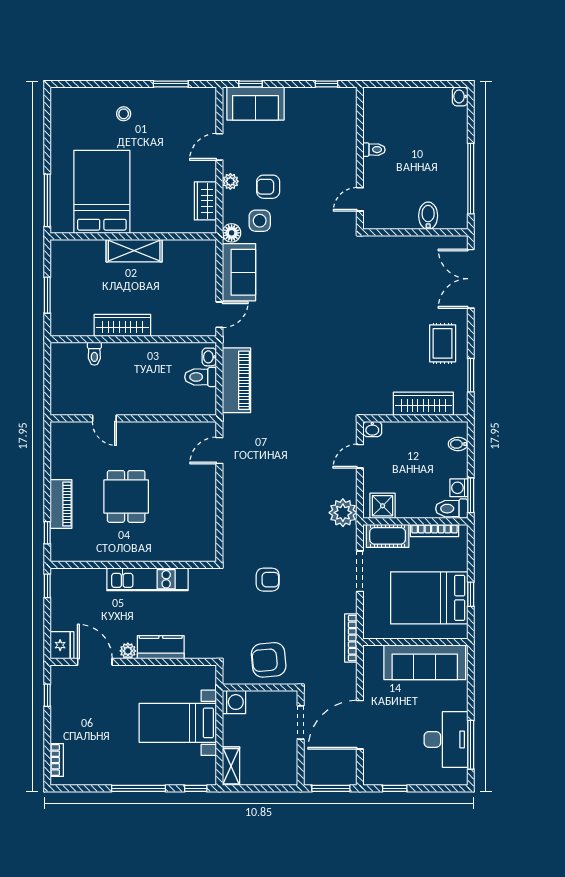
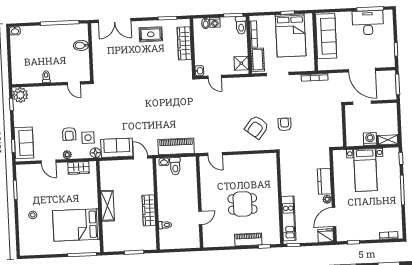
washing machine: (459, 488) -> (215, 22), moved
plant: (343, 513) -> (20, 95), moved
kitchen unit: (147, 579) -> (289, 218), moved
armchair: (269, 660) -> (257, 127), moved, turned 43
washing machine: (234, 702) -> (370, 139), moved

